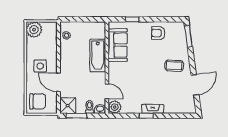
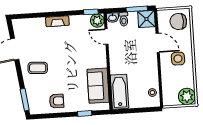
bathtub: (98, 55) -> (119, 92), moved
window: (146, 116) -> (91, 12), moved

